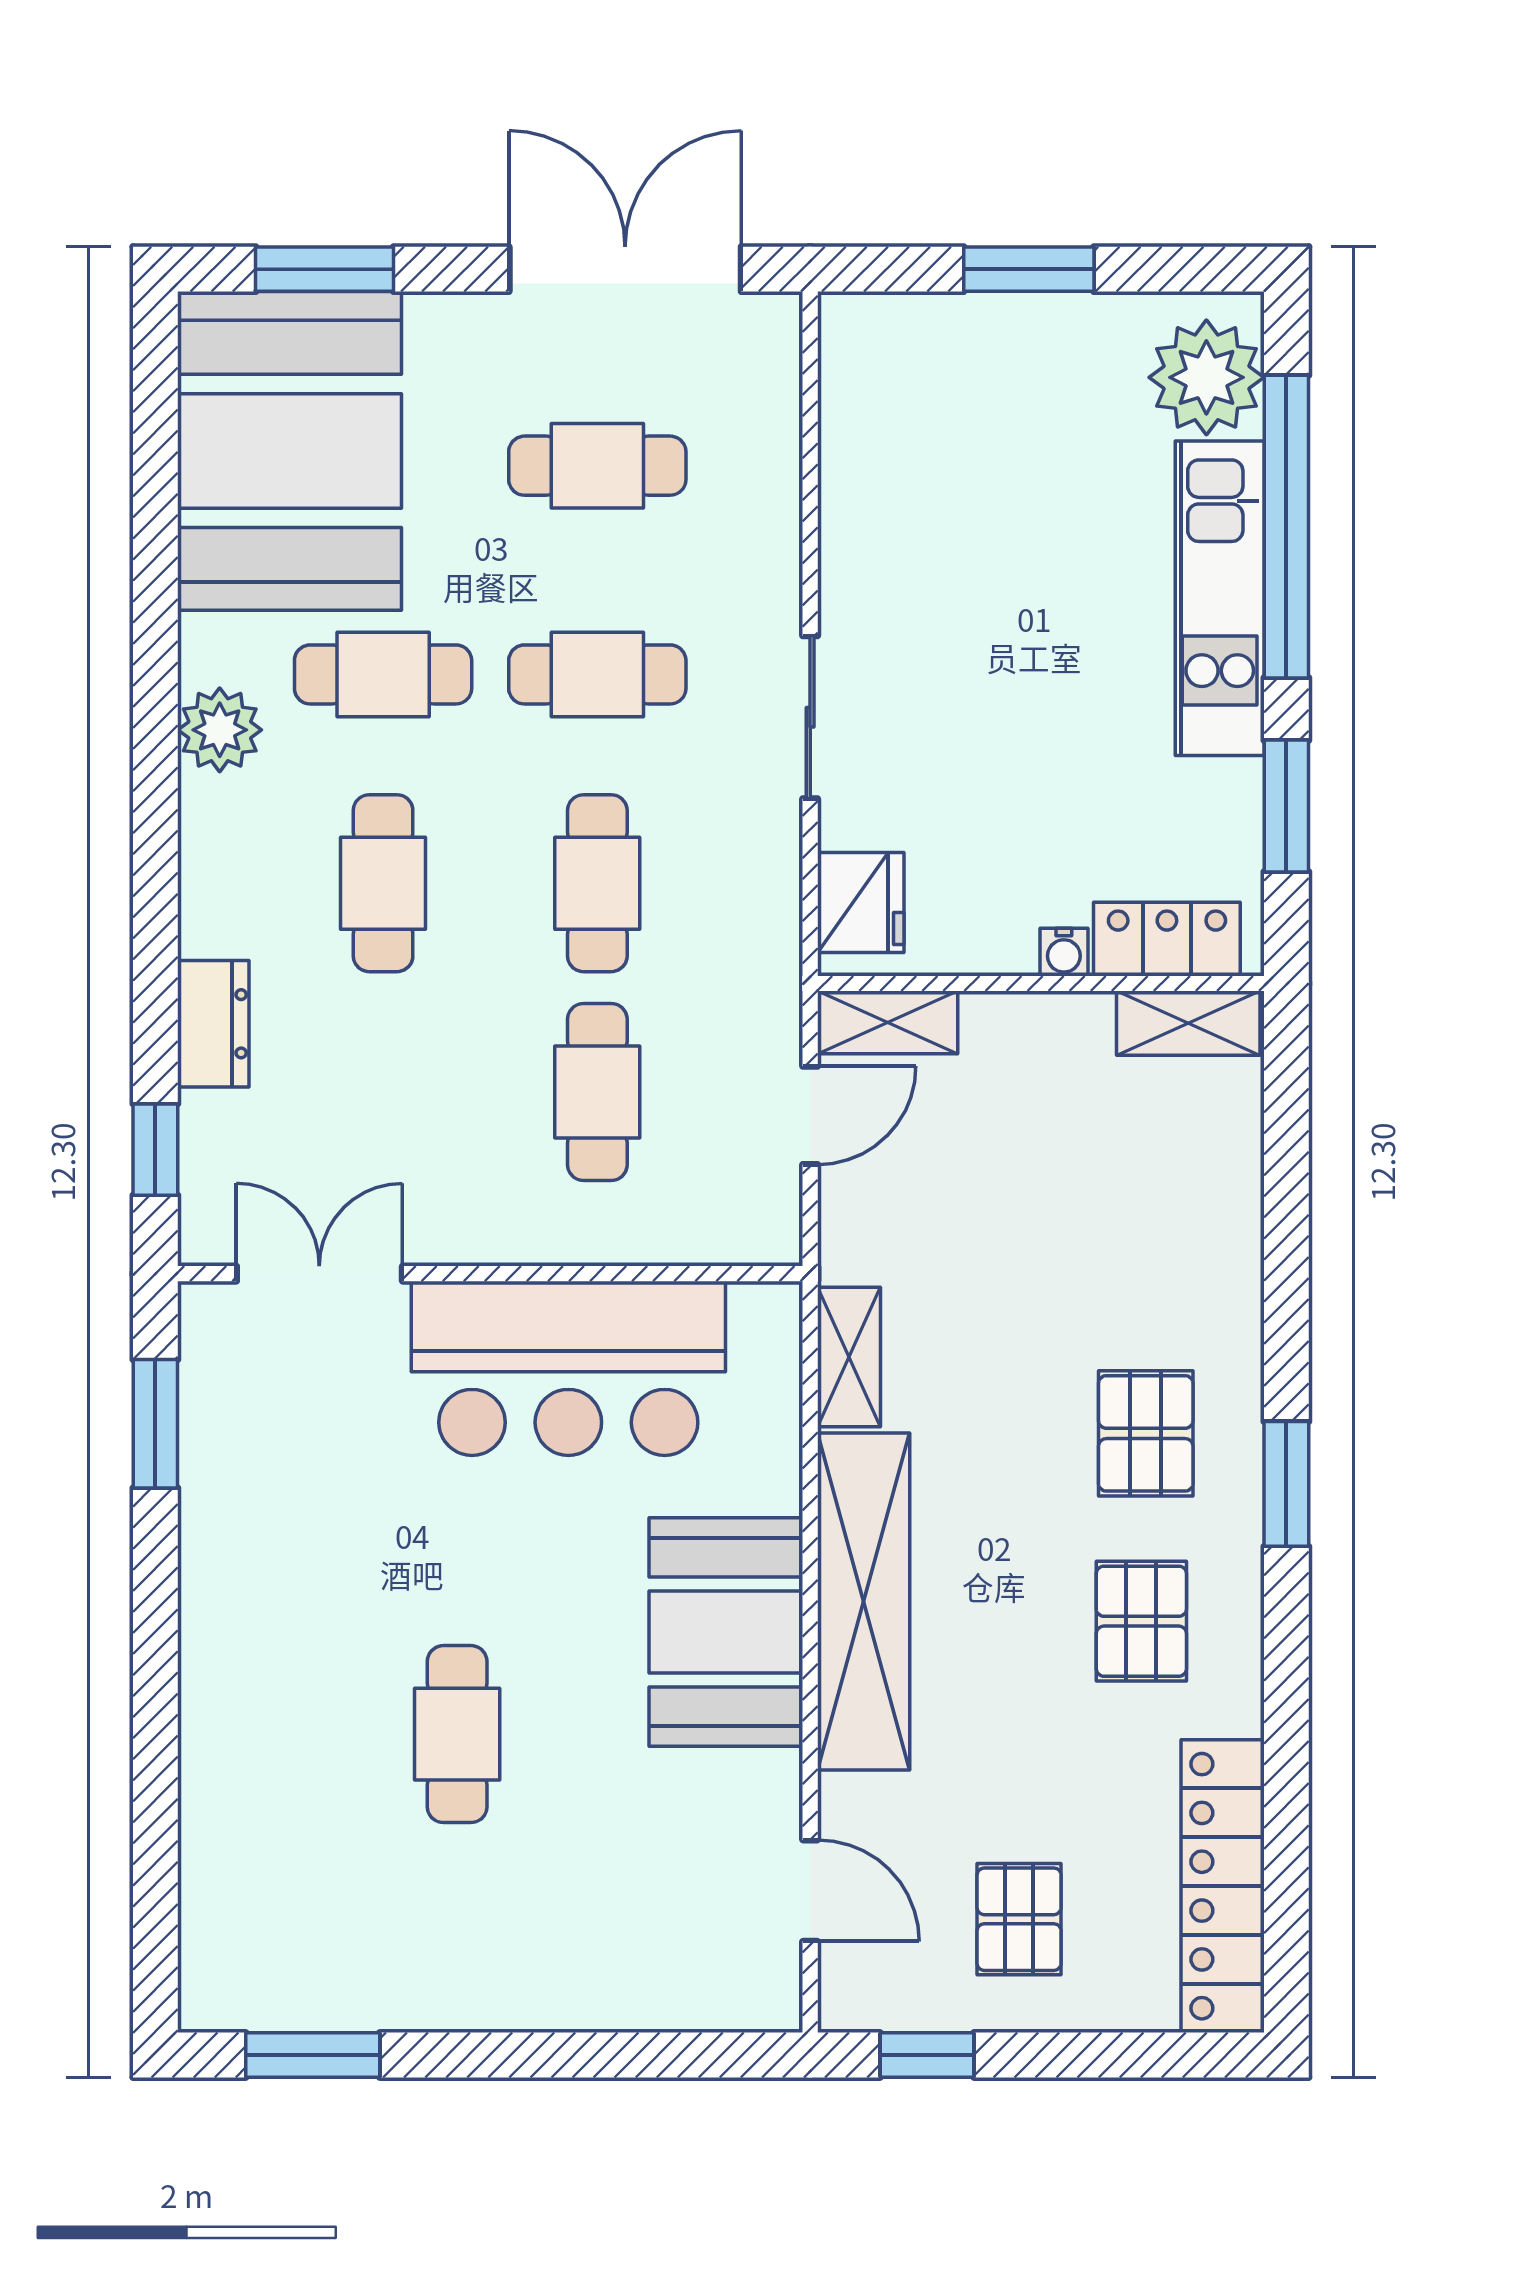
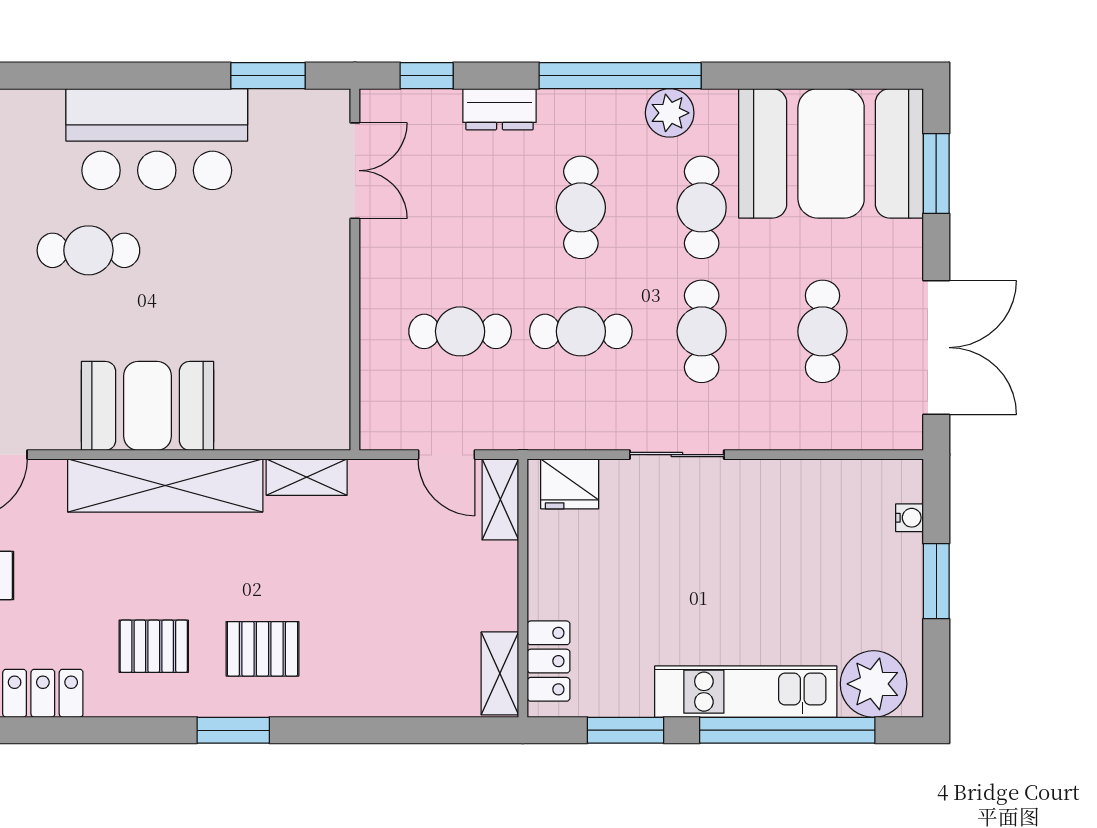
window: (155, 815) -> (620, 76), added
cafe table: (383, 883) -> (581, 207), turned 90
water cooler: (1064, 952) -> (909, 518), moved, turned 180
bar counter: (568, 1368) -> (157, 139), moved, turned -90

